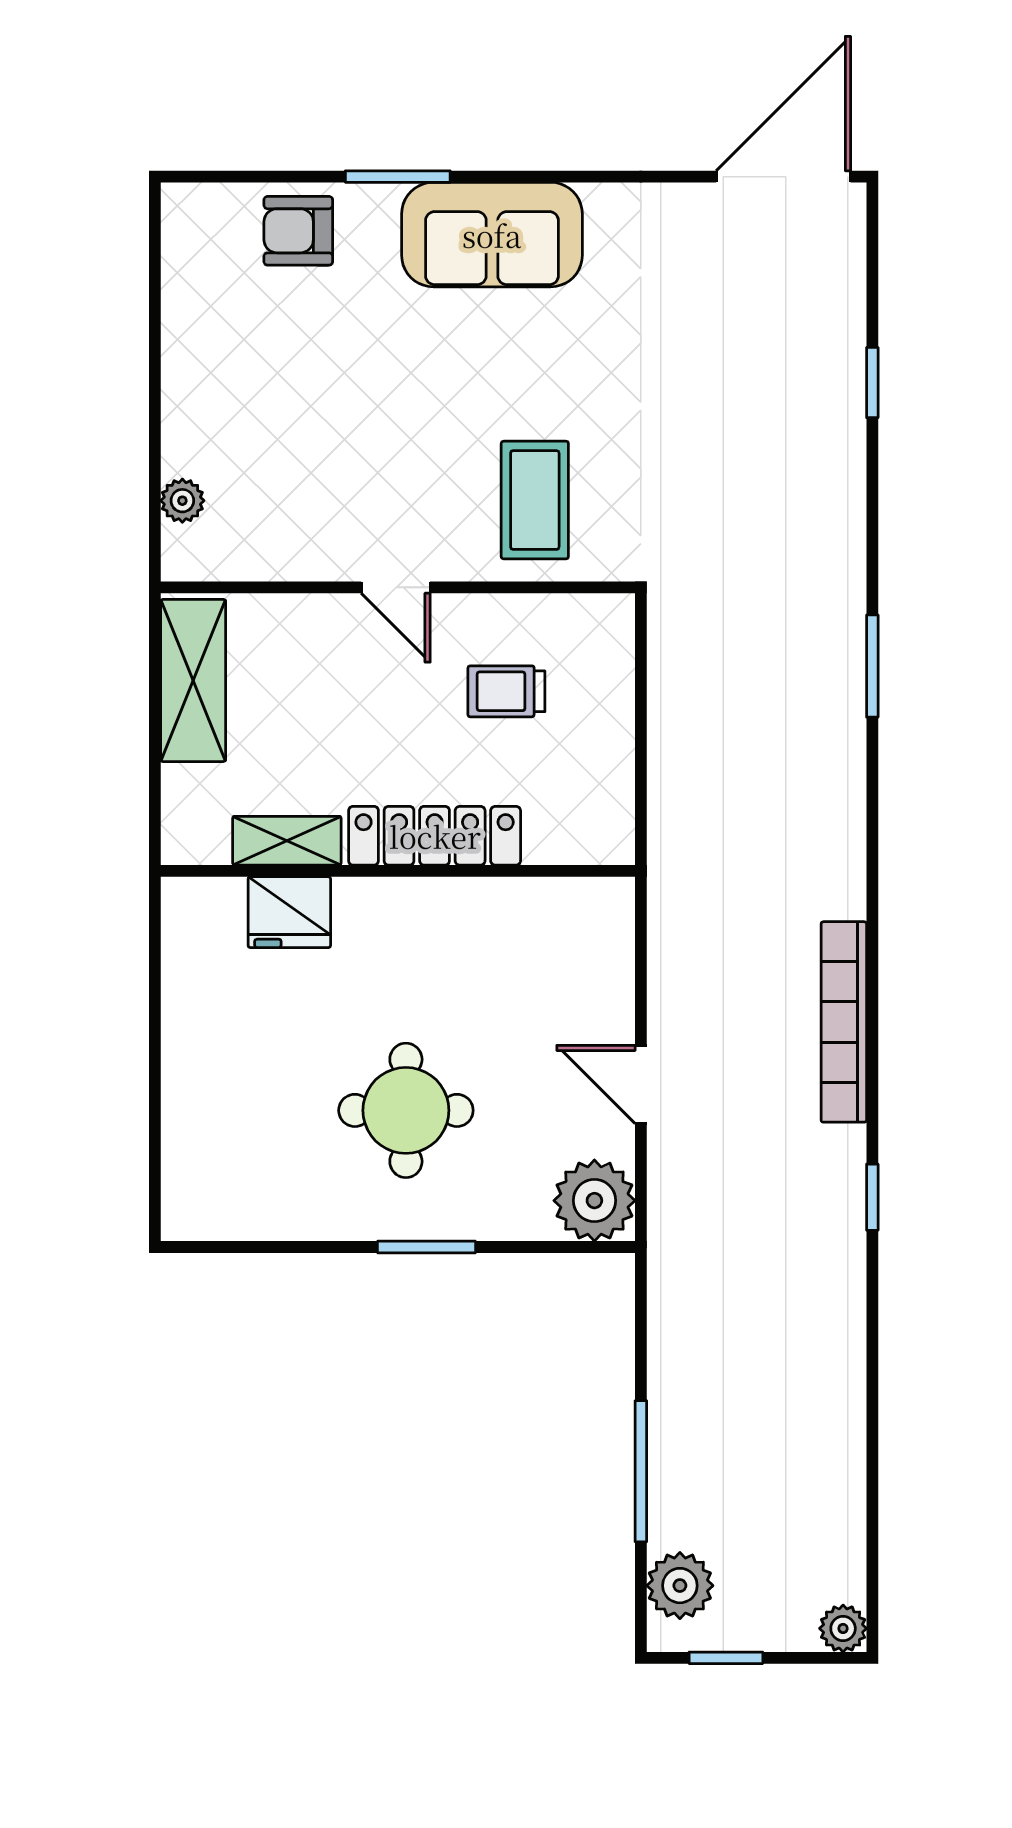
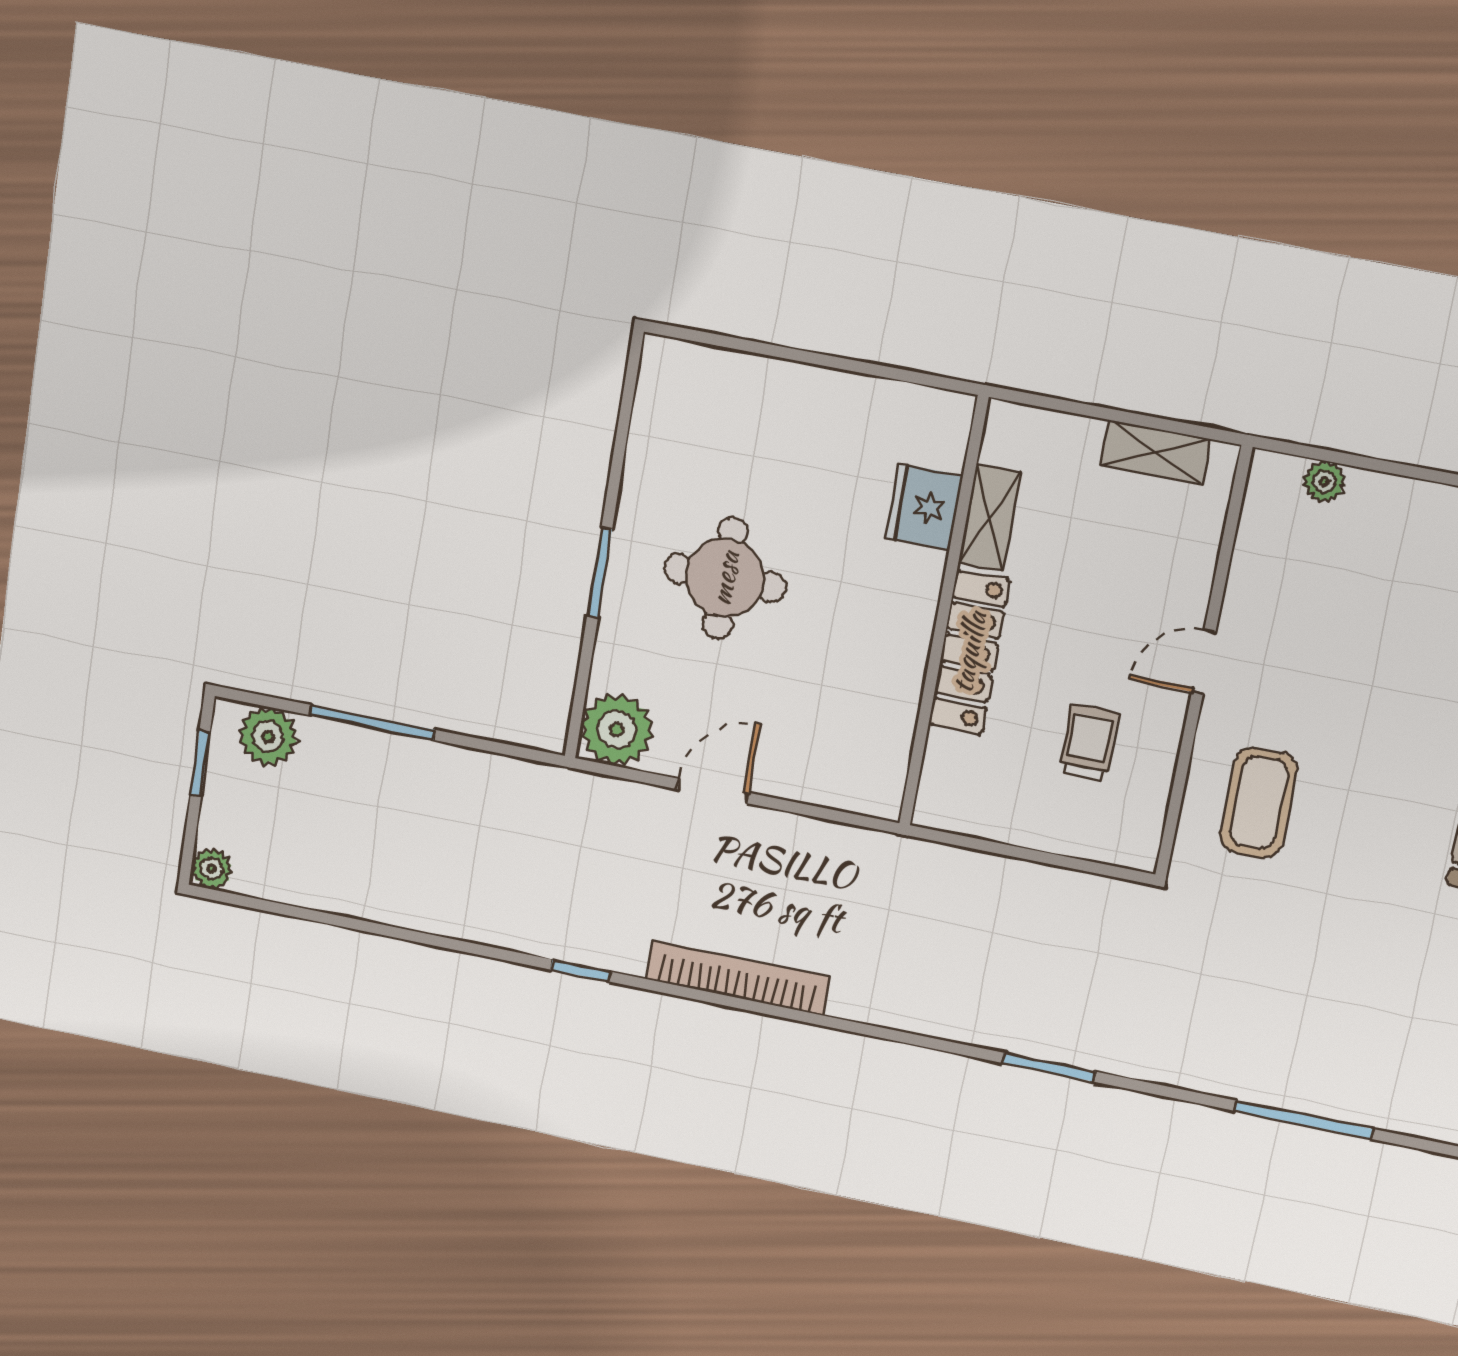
window: (872, 383) -> (1304, 1120), width x2.17
coffee table: (535, 500) -> (1259, 803), turned 90
shelving: (193, 680) -> (1156, 452), width x0.67, depth x0.75

